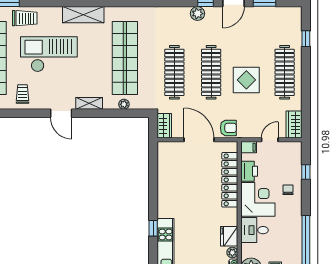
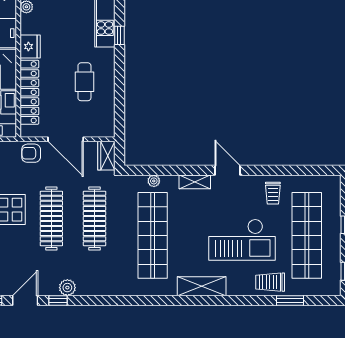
cafe table: (183, 189) -> (84, 82), added
fridge: (229, 236) -> (30, 47), moved

